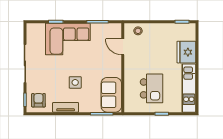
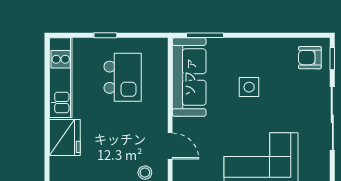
kitchen island: (151, 88) -> (123, 77), turned 180
sofa: (111, 95) -> (189, 77), width x1.36
armchair: (38, 100) -> (310, 58), turned 90
tv unit: (66, 107) -> (265, 46), removed

